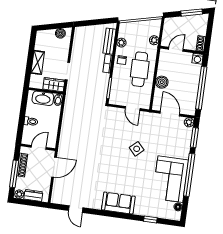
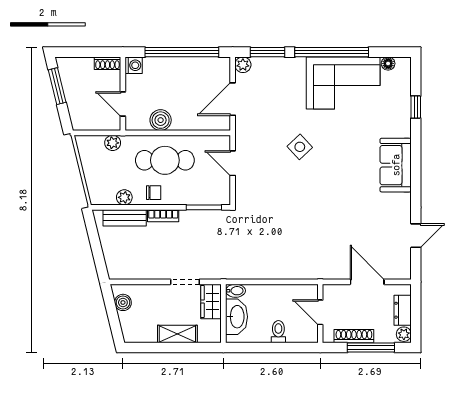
boiler: (162, 82) -> (161, 120), moved
door: (133, 108) -> (233, 163), swing flipped
door: (54, 167) -> (367, 282), moved

